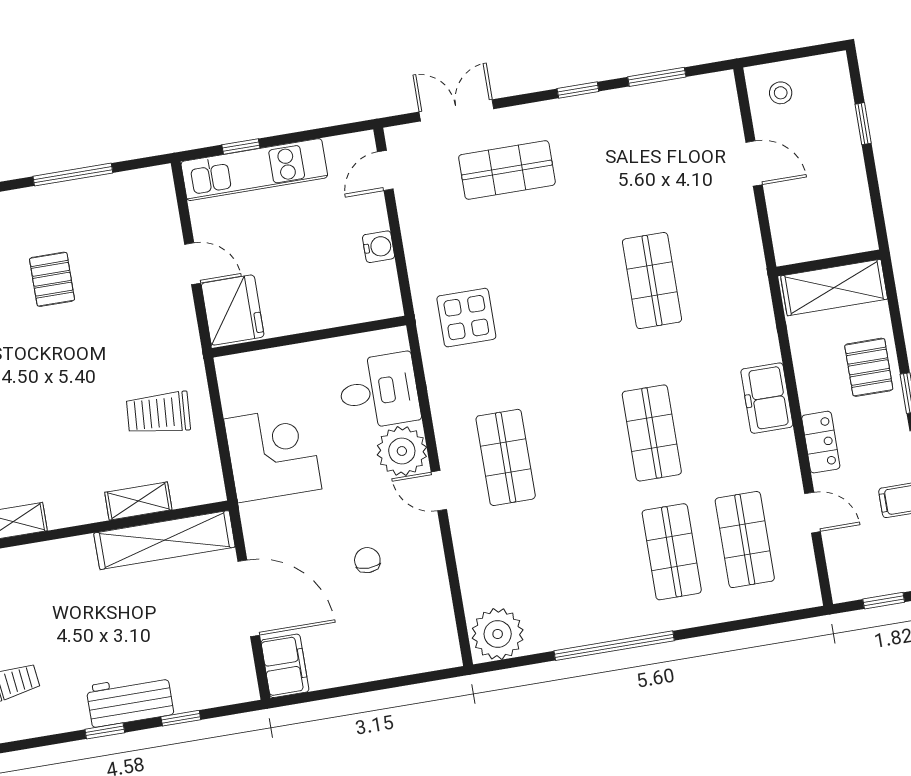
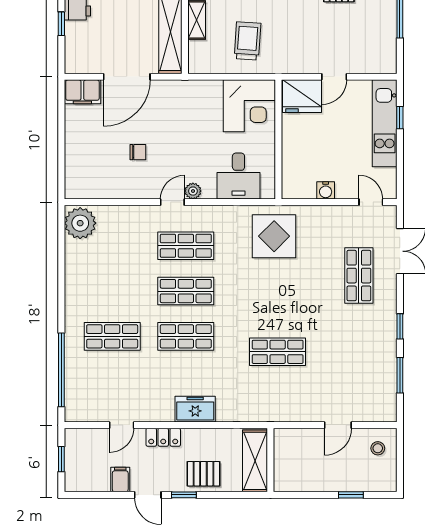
display table: (466, 318) -> (274, 236), width x1.36, depth x1.36
plant: (402, 451) -> (193, 191), width x0.53, depth x0.53
corner desk: (273, 454) -> (249, 106), moved
shop shelf: (745, 540) -> (186, 291), moved
window: (614, 646) -> (61, 370), moved

